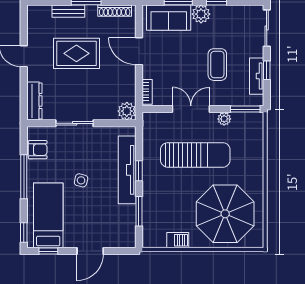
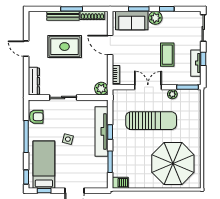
bench: (68, 11) -> (63, 16), width x1.36
barbecue: (178, 240) -> (120, 183), moved

